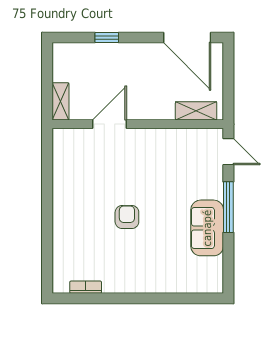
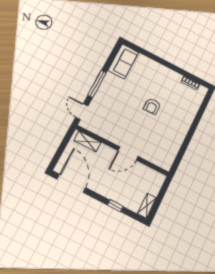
shelving: (60, 101) -> (147, 206), moved
door: (110, 124) -> (128, 153), moved
sofa: (207, 228) -> (123, 61), moved

